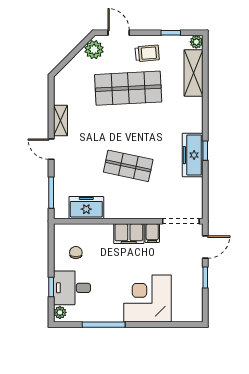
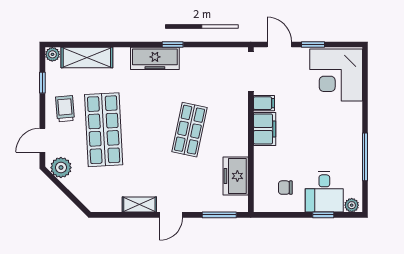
freezer: (193, 155) -> (155, 58), moved
corner desk: (147, 298) -> (336, 75), moved

